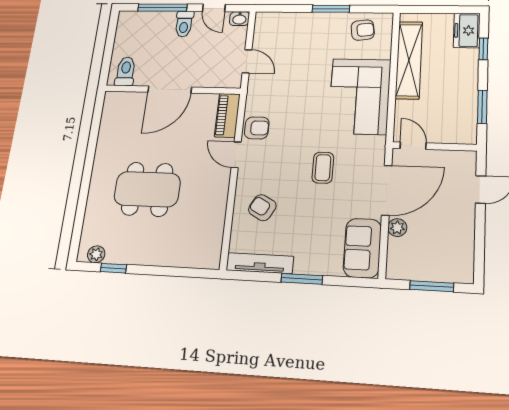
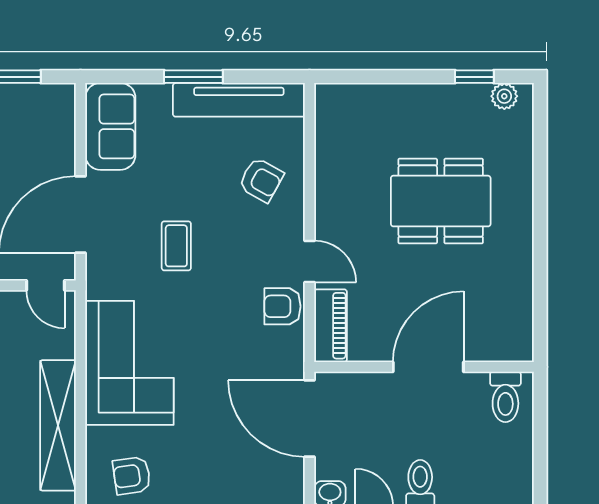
door: (247, 61) -> (310, 418), width x1.87
plant: (397, 228) -> (63, 159), removed
tv unit: (260, 263) -> (239, 100), width x1.36, depth x1.29

